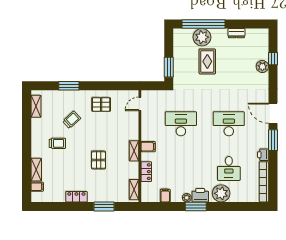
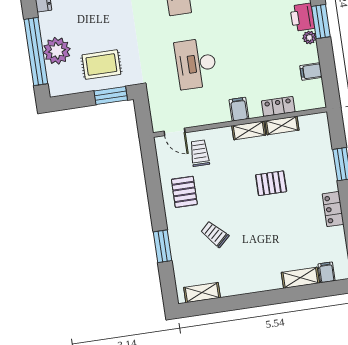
rug: (207, 61) -> (101, 65), moved
trolley: (57, 143) -> (200, 153), moved
shelving: (134, 190) -> (282, 125), moved

